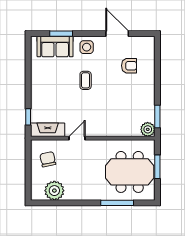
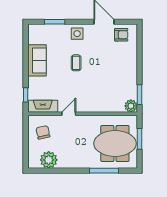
sofa: (55, 47) -> (37, 60), moved, turned -90
armchair: (129, 66) -> (121, 35), moved

